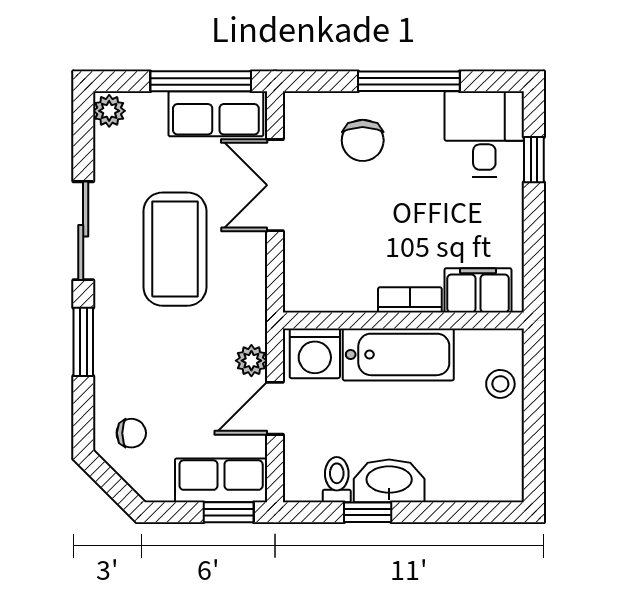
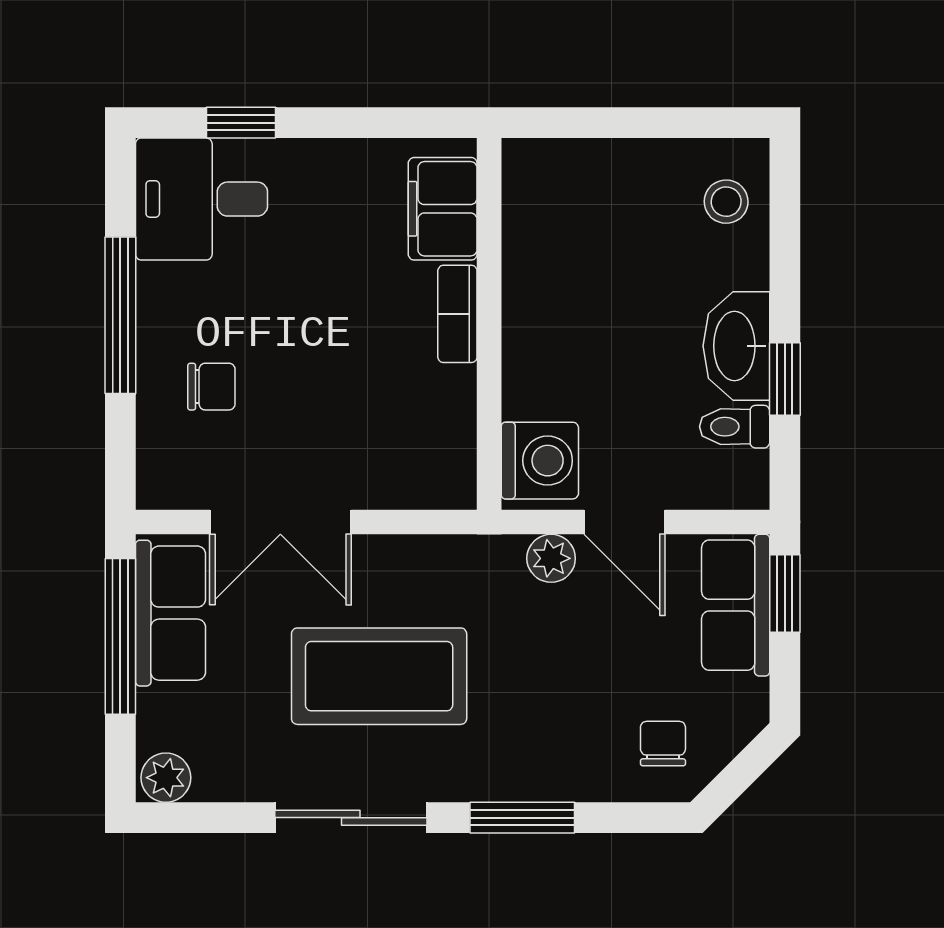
chair: (363, 140) -> (211, 387), width x0.73, depth x0.73
bathtub: (398, 354) -> (542, 332), removed
stool: (500, 384) -> (726, 202), moved

